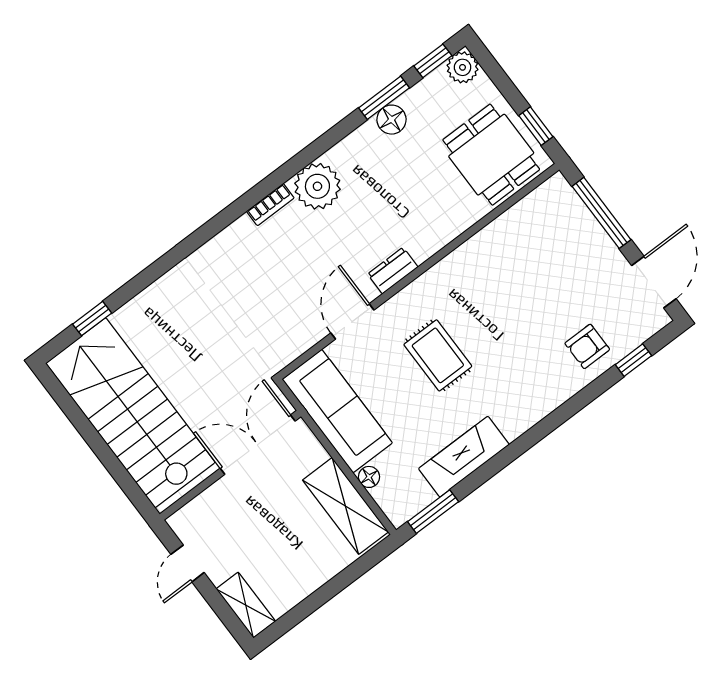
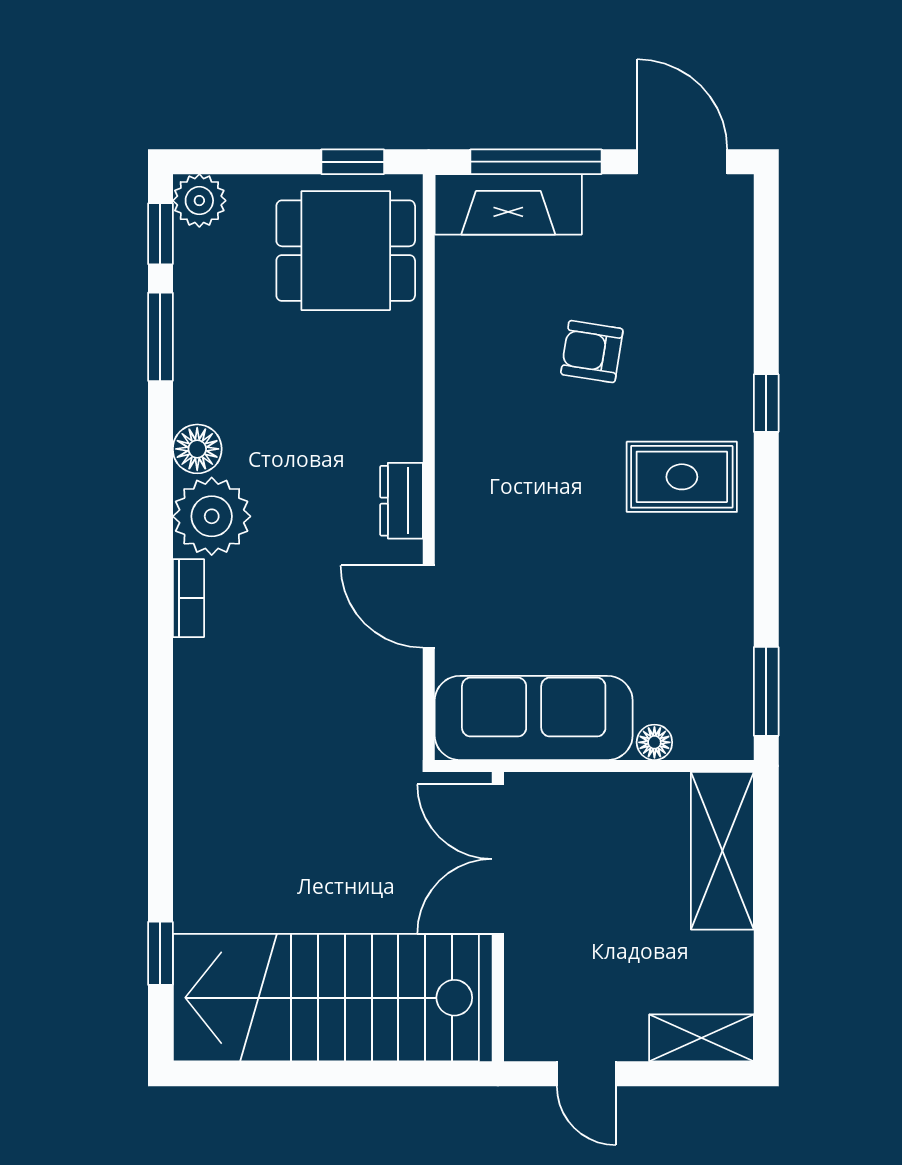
floor lamp: (392, 120) -> (197, 449), moved
armchair: (587, 346) -> (592, 352), moved, turned 99
rug: (438, 355) -> (682, 477), moved
window: (633, 360) -> (766, 403), moved
fireplace: (464, 457) -> (508, 204), moved, turned -90
shelving: (345, 506) -> (722, 851), moved, turned 90

